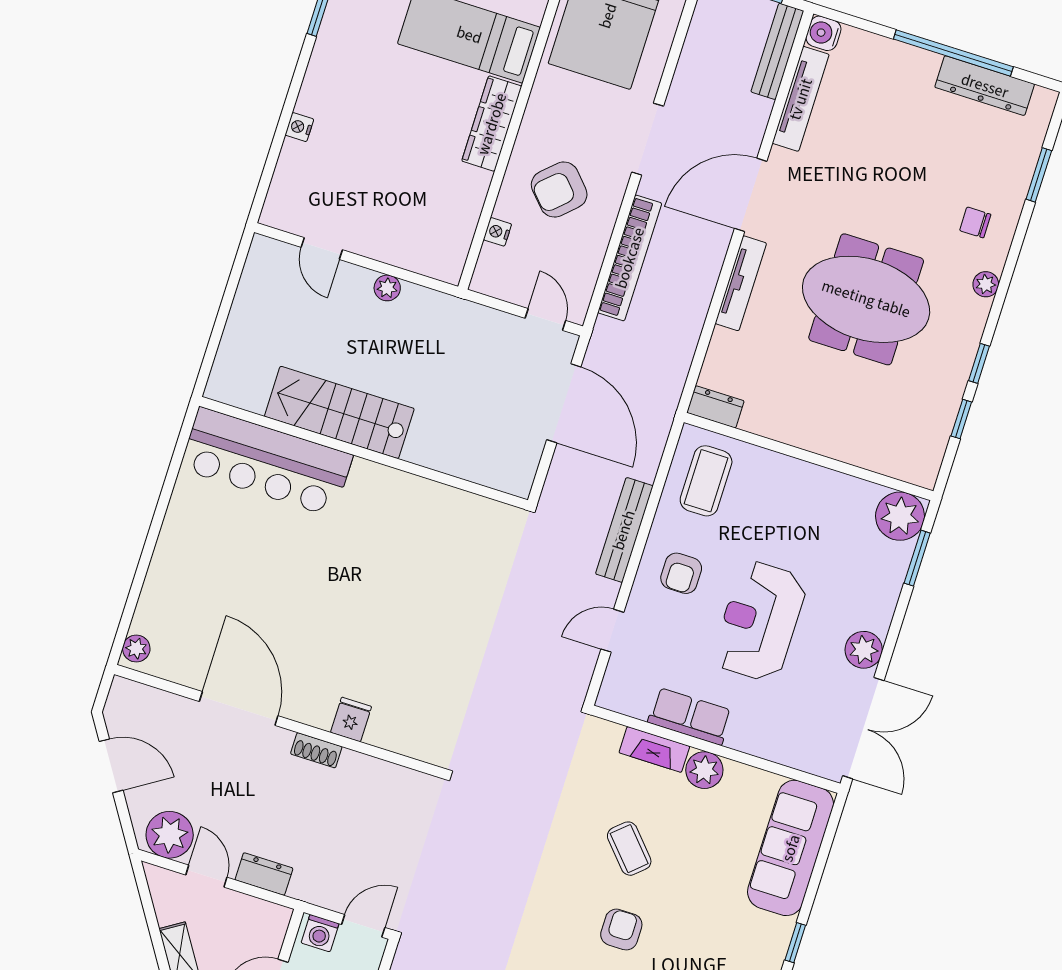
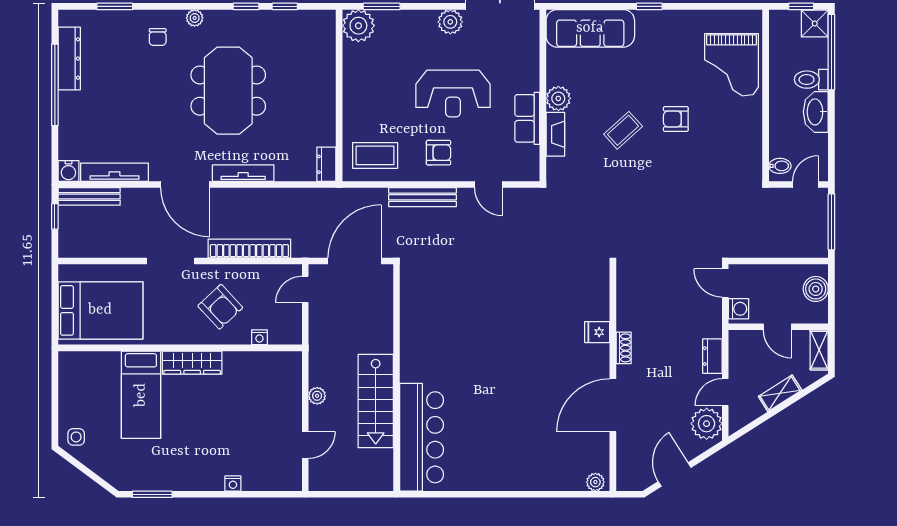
stairs: (339, 412) -> (376, 401), moved
wall: (363, 453) -> (396, 378), moved
bar counter: (266, 462) -> (422, 437), moved

